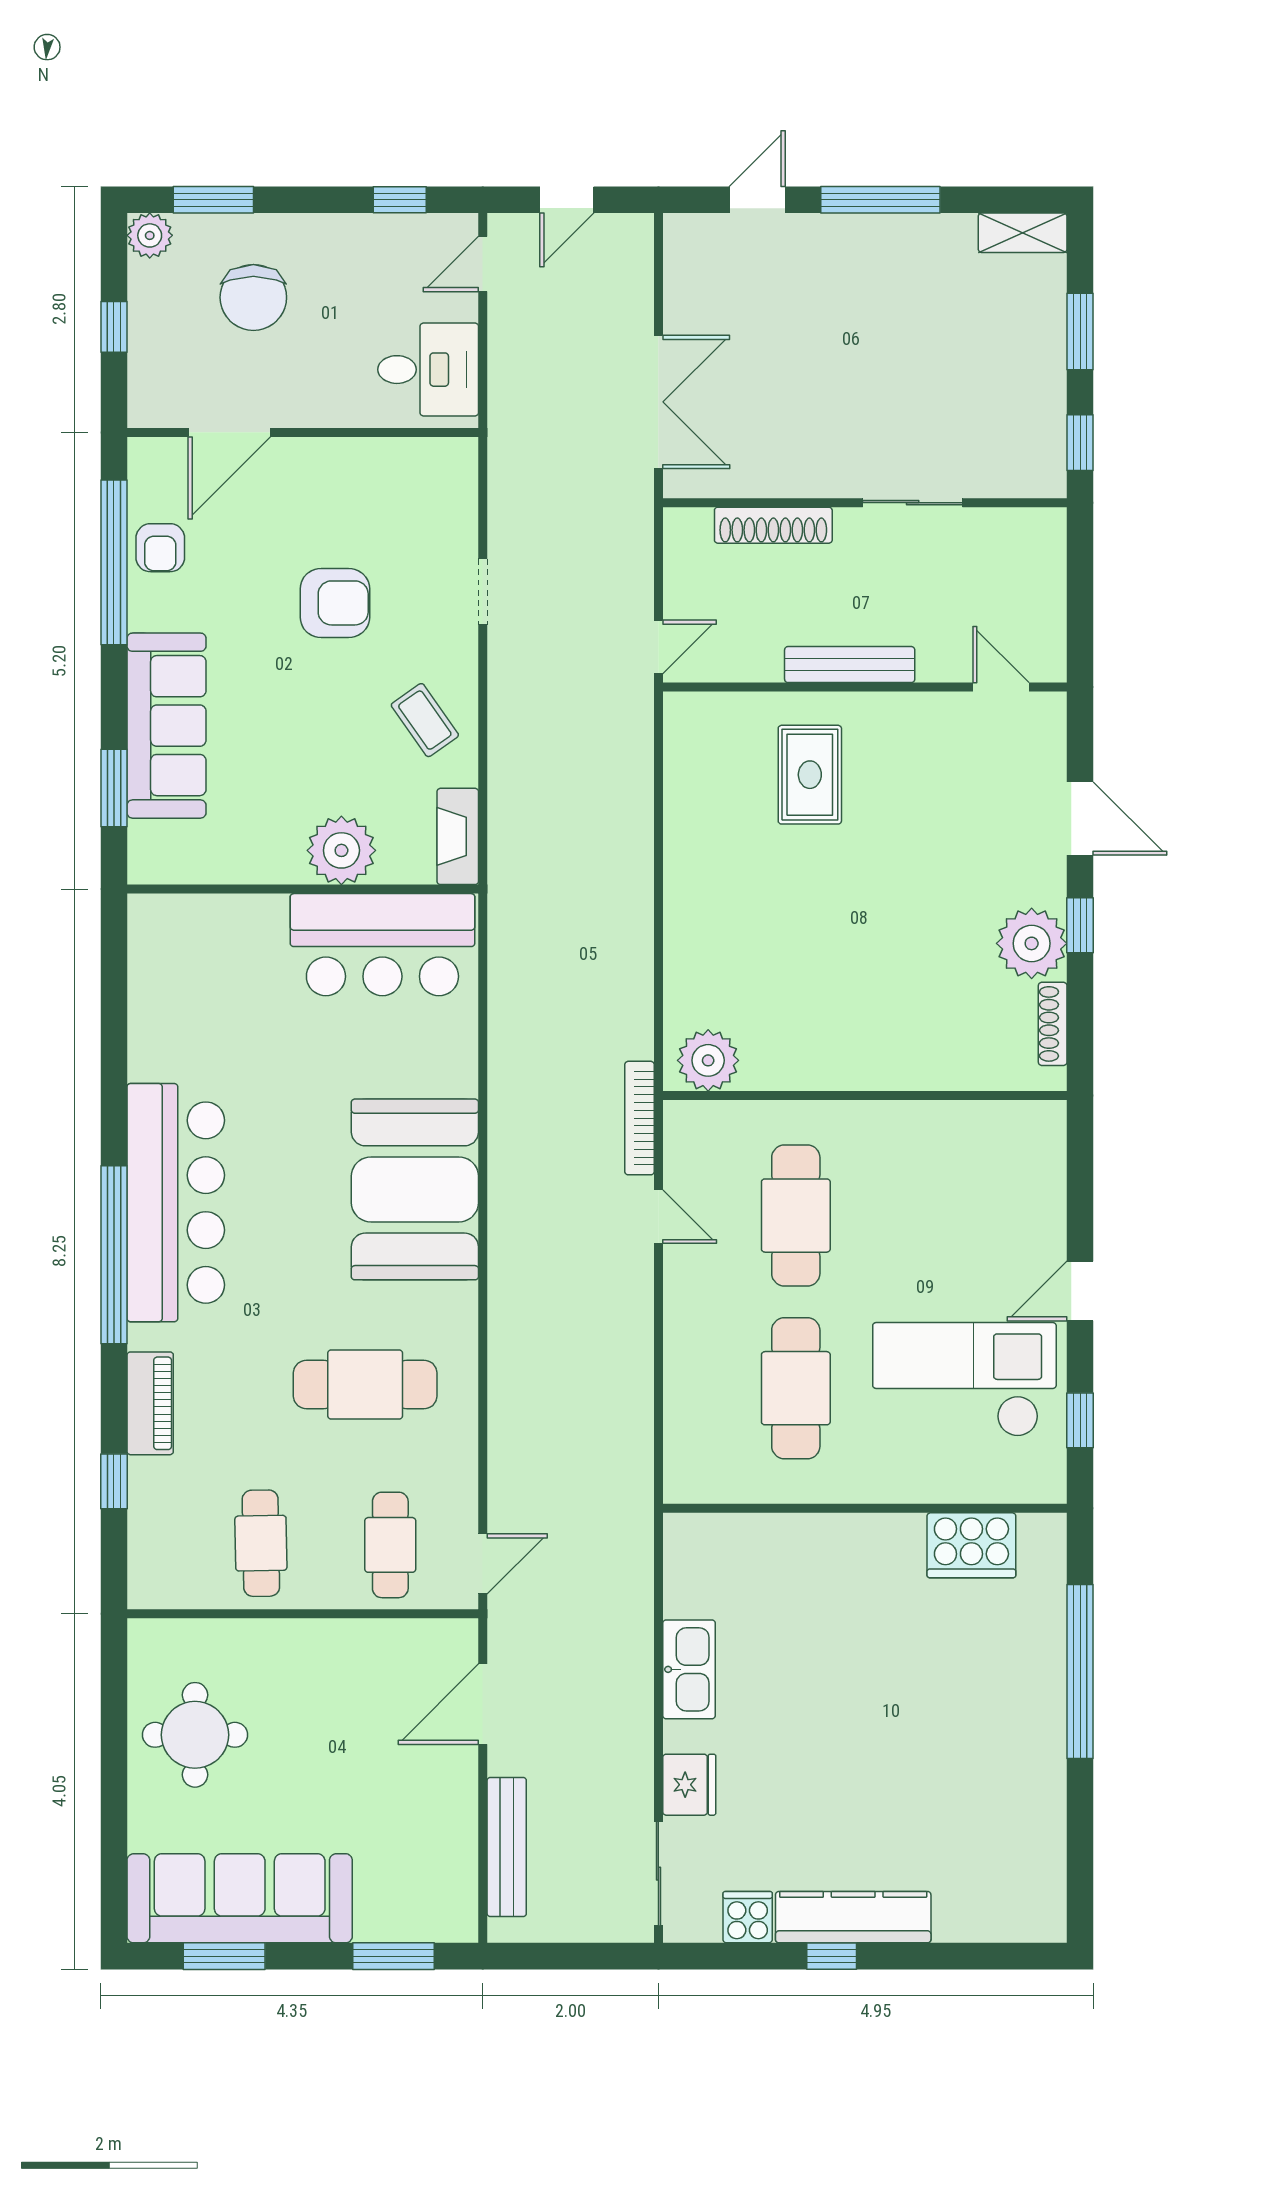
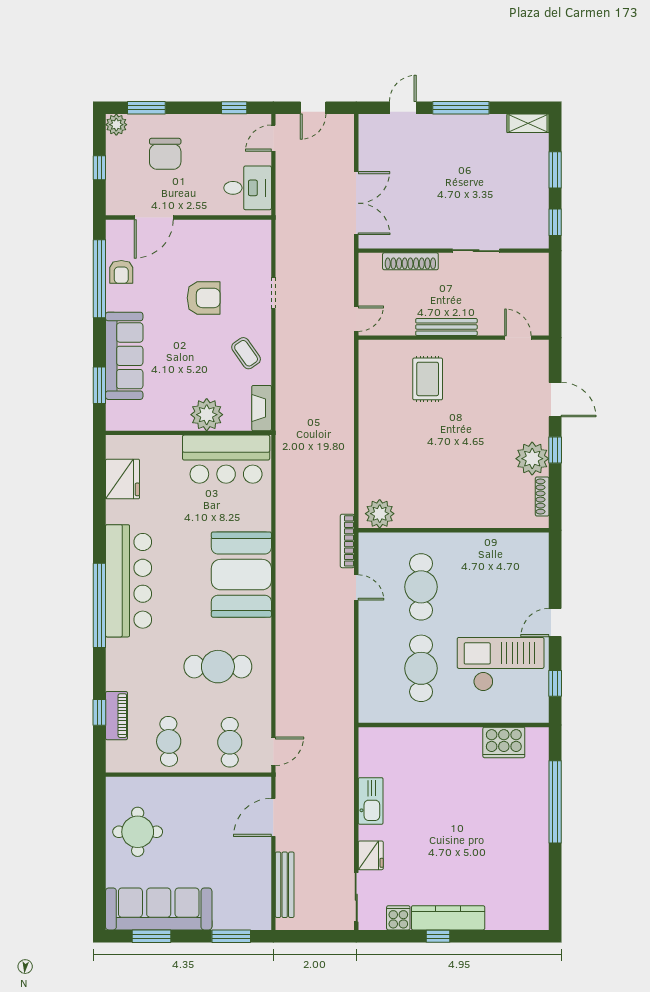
fridge: (163, 987) -> (123, 479), added
piano: (150, 1403) -> (116, 716), moved

